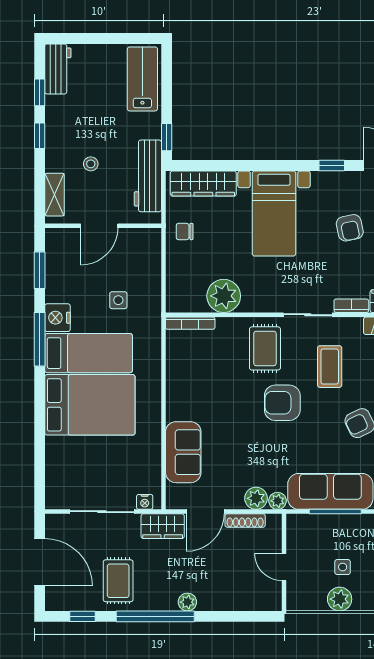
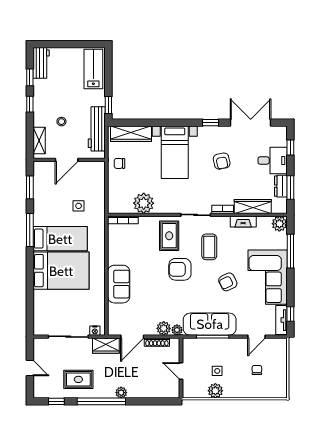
nightstand: (57, 318) -> (41, 217), removed
sofa: (183, 452) -> (119, 284), moved
door: (40, 562) -> (30, 368), width x0.53
rug: (118, 581) -> (78, 379), turned 90

